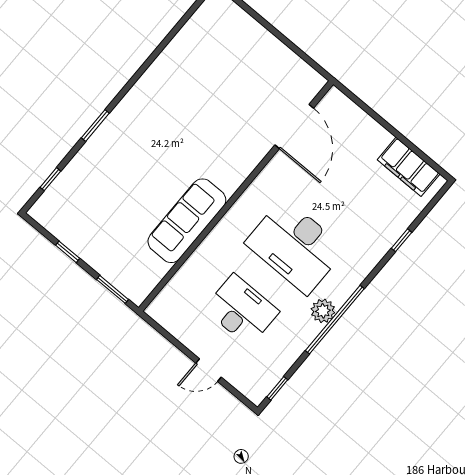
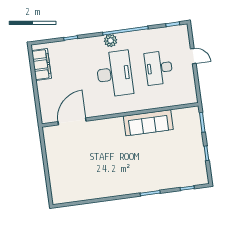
plant: (323, 311) -> (111, 41), moved

